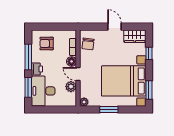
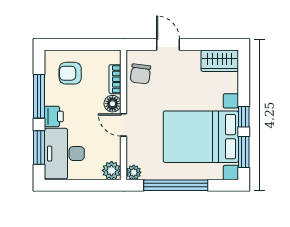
door: (115, 27) -> (168, 45), moved
window: (149, 53) -> (244, 117), moved
plant: (71, 87) -> (112, 170), moved
window: (109, 110) -> (176, 185), width x2.11

